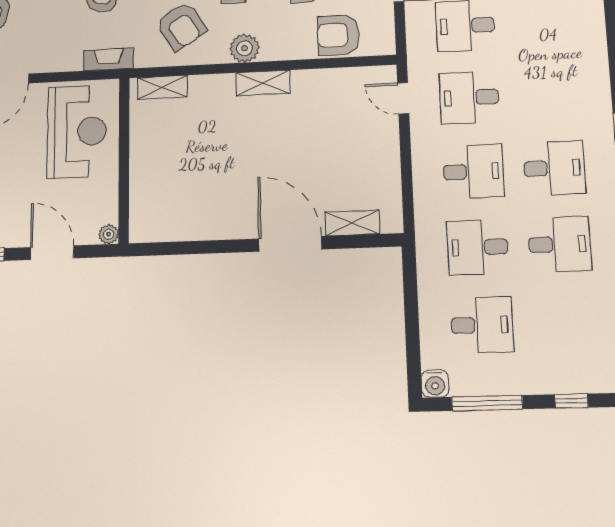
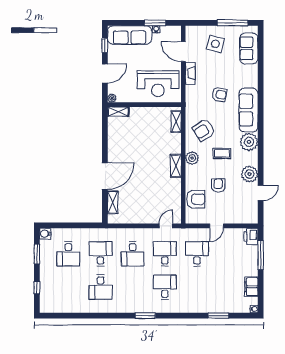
armchair: (338, 35) -> (196, 199), turned 90
fireplace: (109, 59) -> (190, 73), moved
desk: (554, 168) -> (165, 287), moved, turned 180
shelving: (140, 218) -> (118, 112), added
window: (487, 403) -> (37, 254), width x0.69

